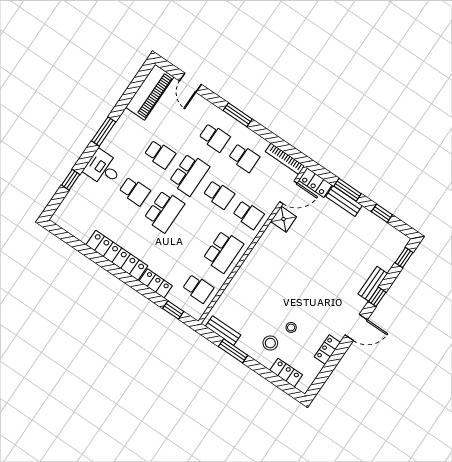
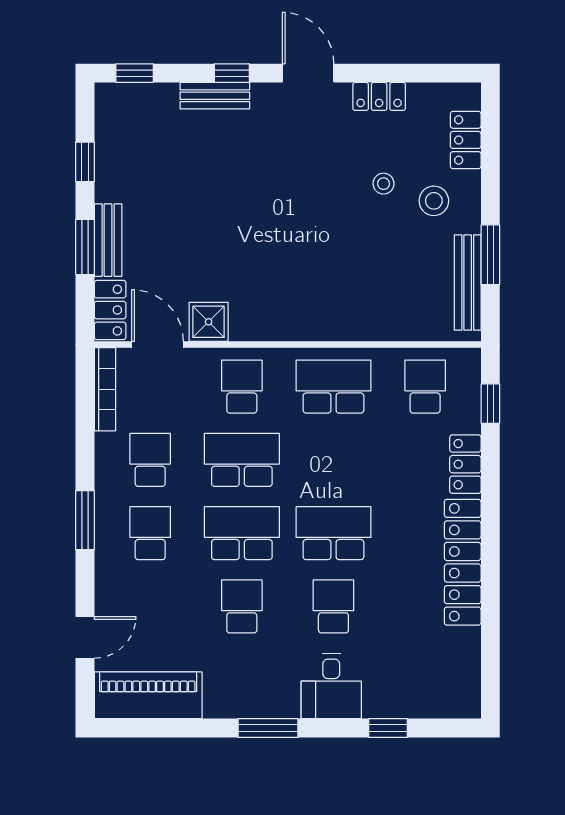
school desk: (219, 195) -> (242, 460), width x1.85
bench: (223, 331) -> (468, 283), width x1.36

